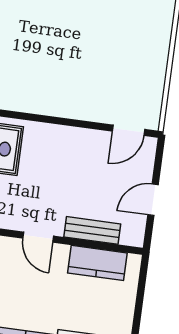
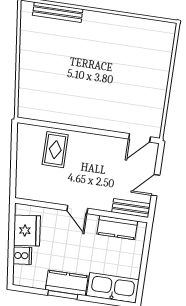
bench: (92, 230) -> (131, 208), moved

